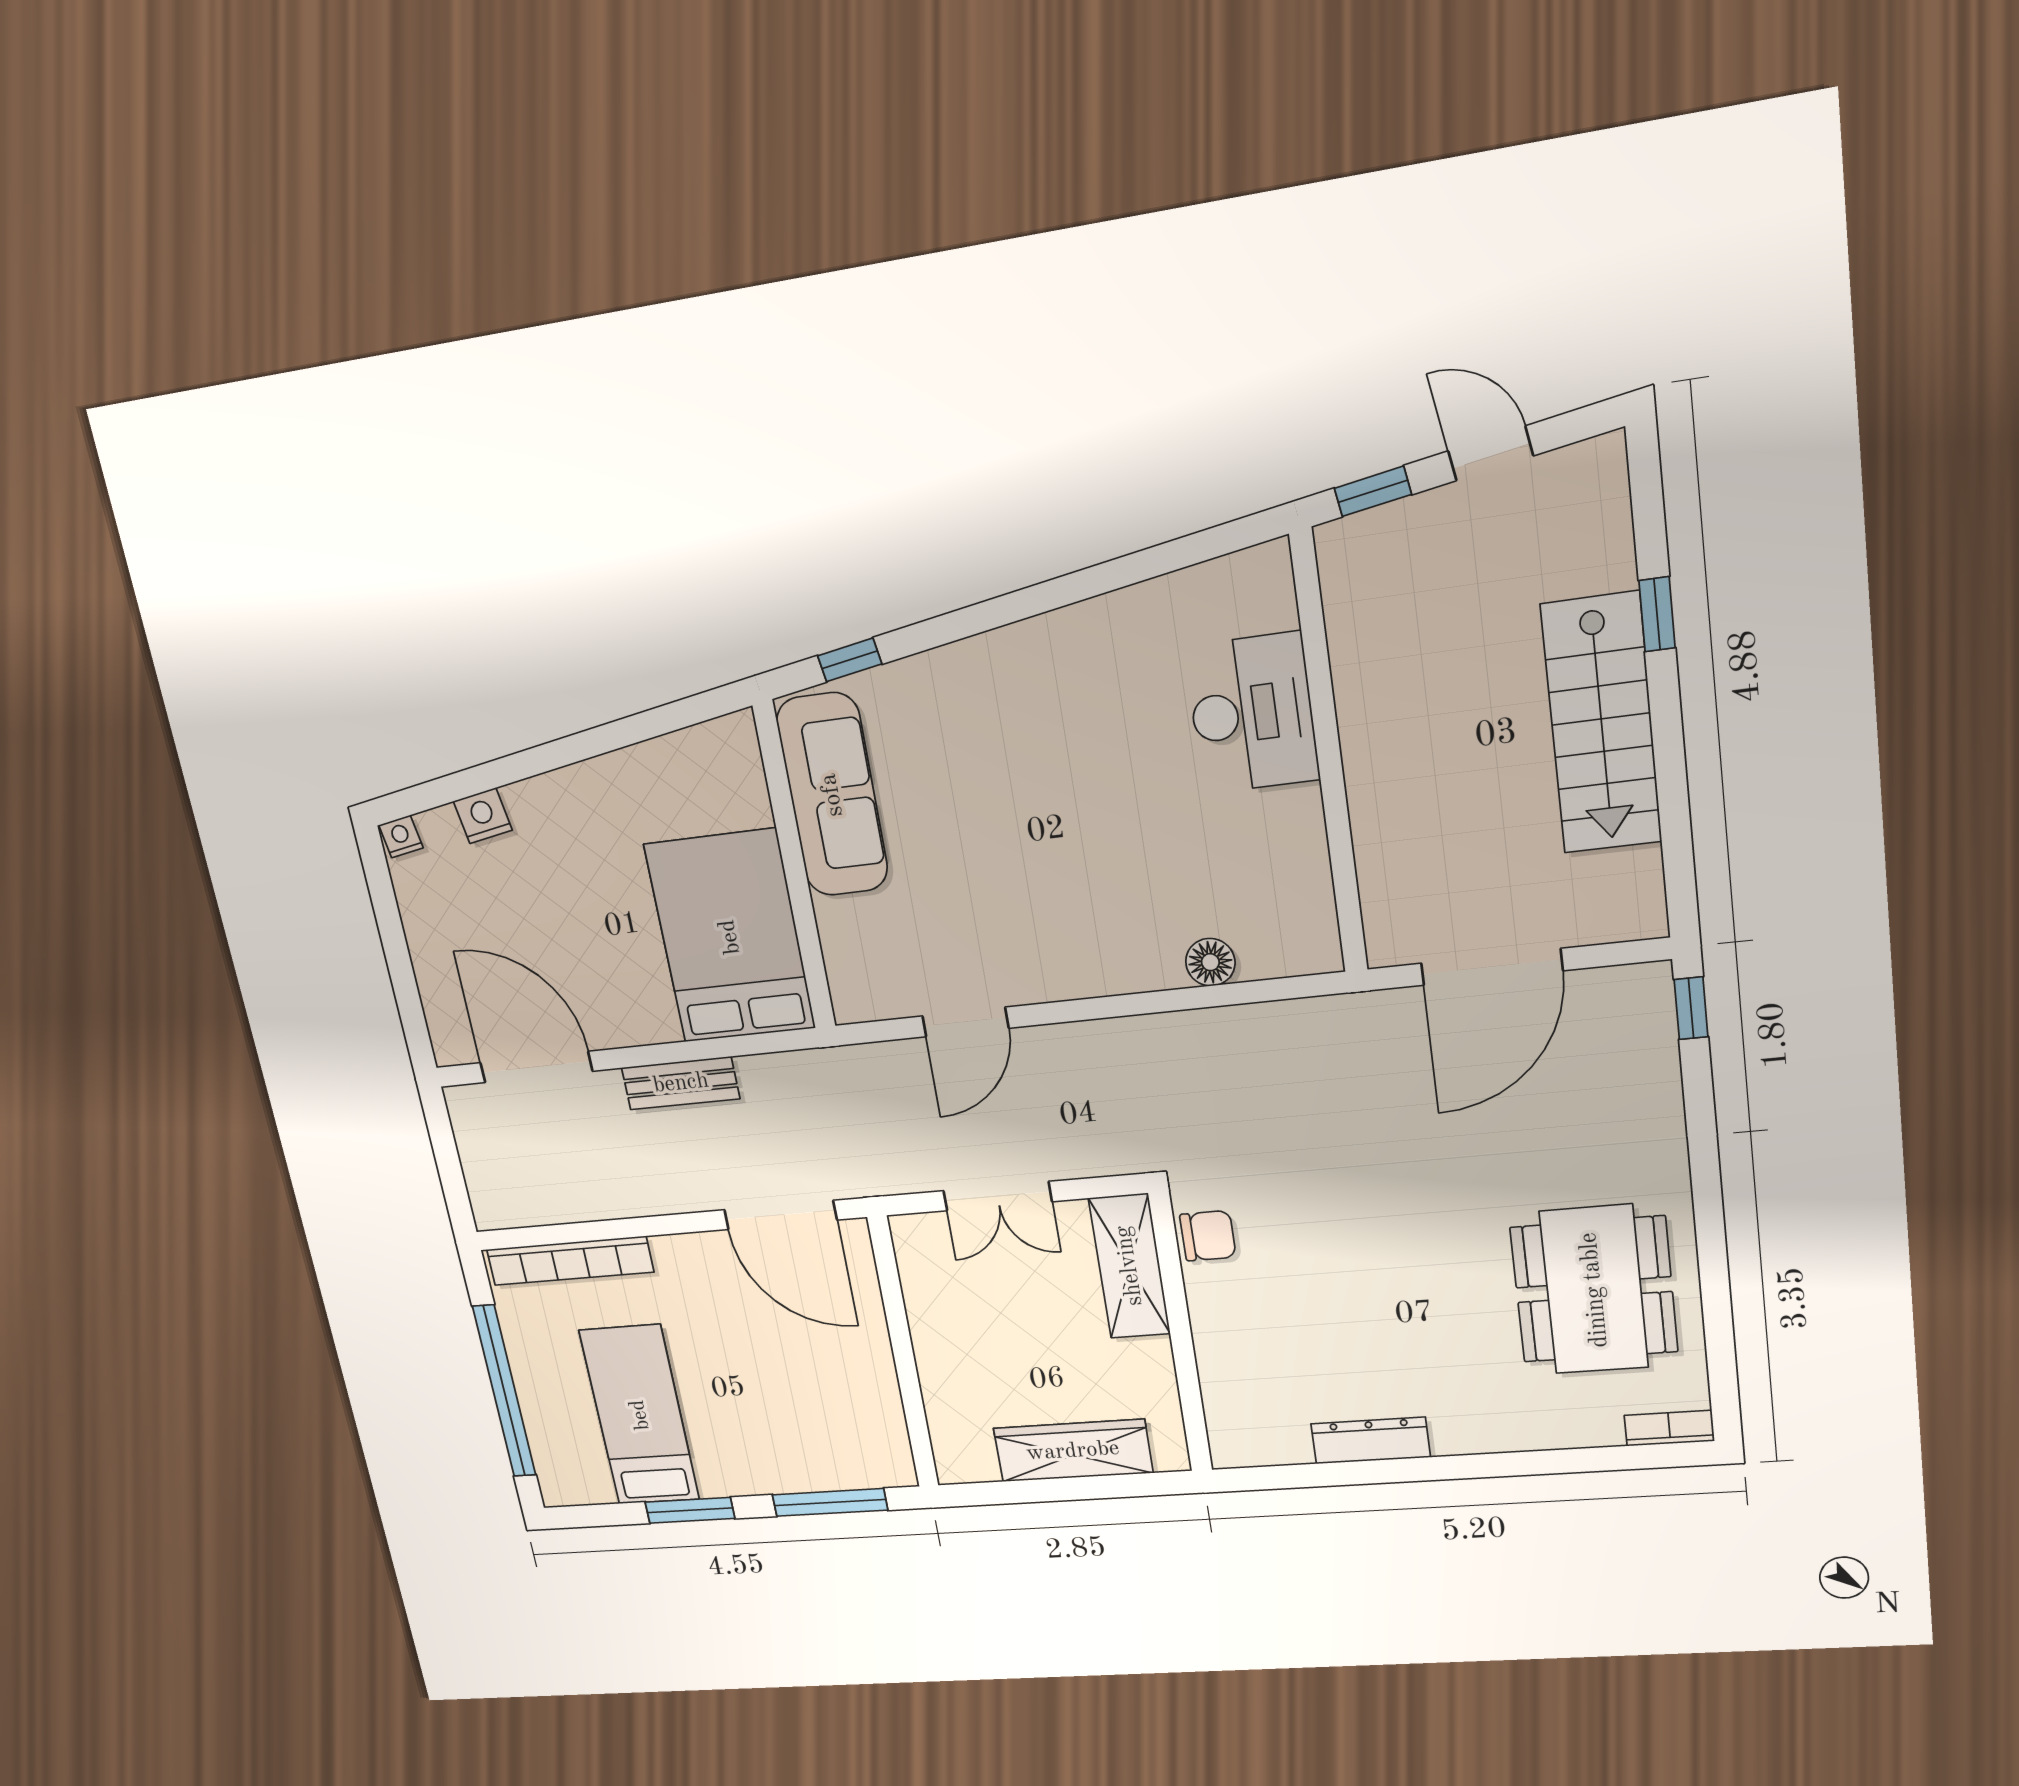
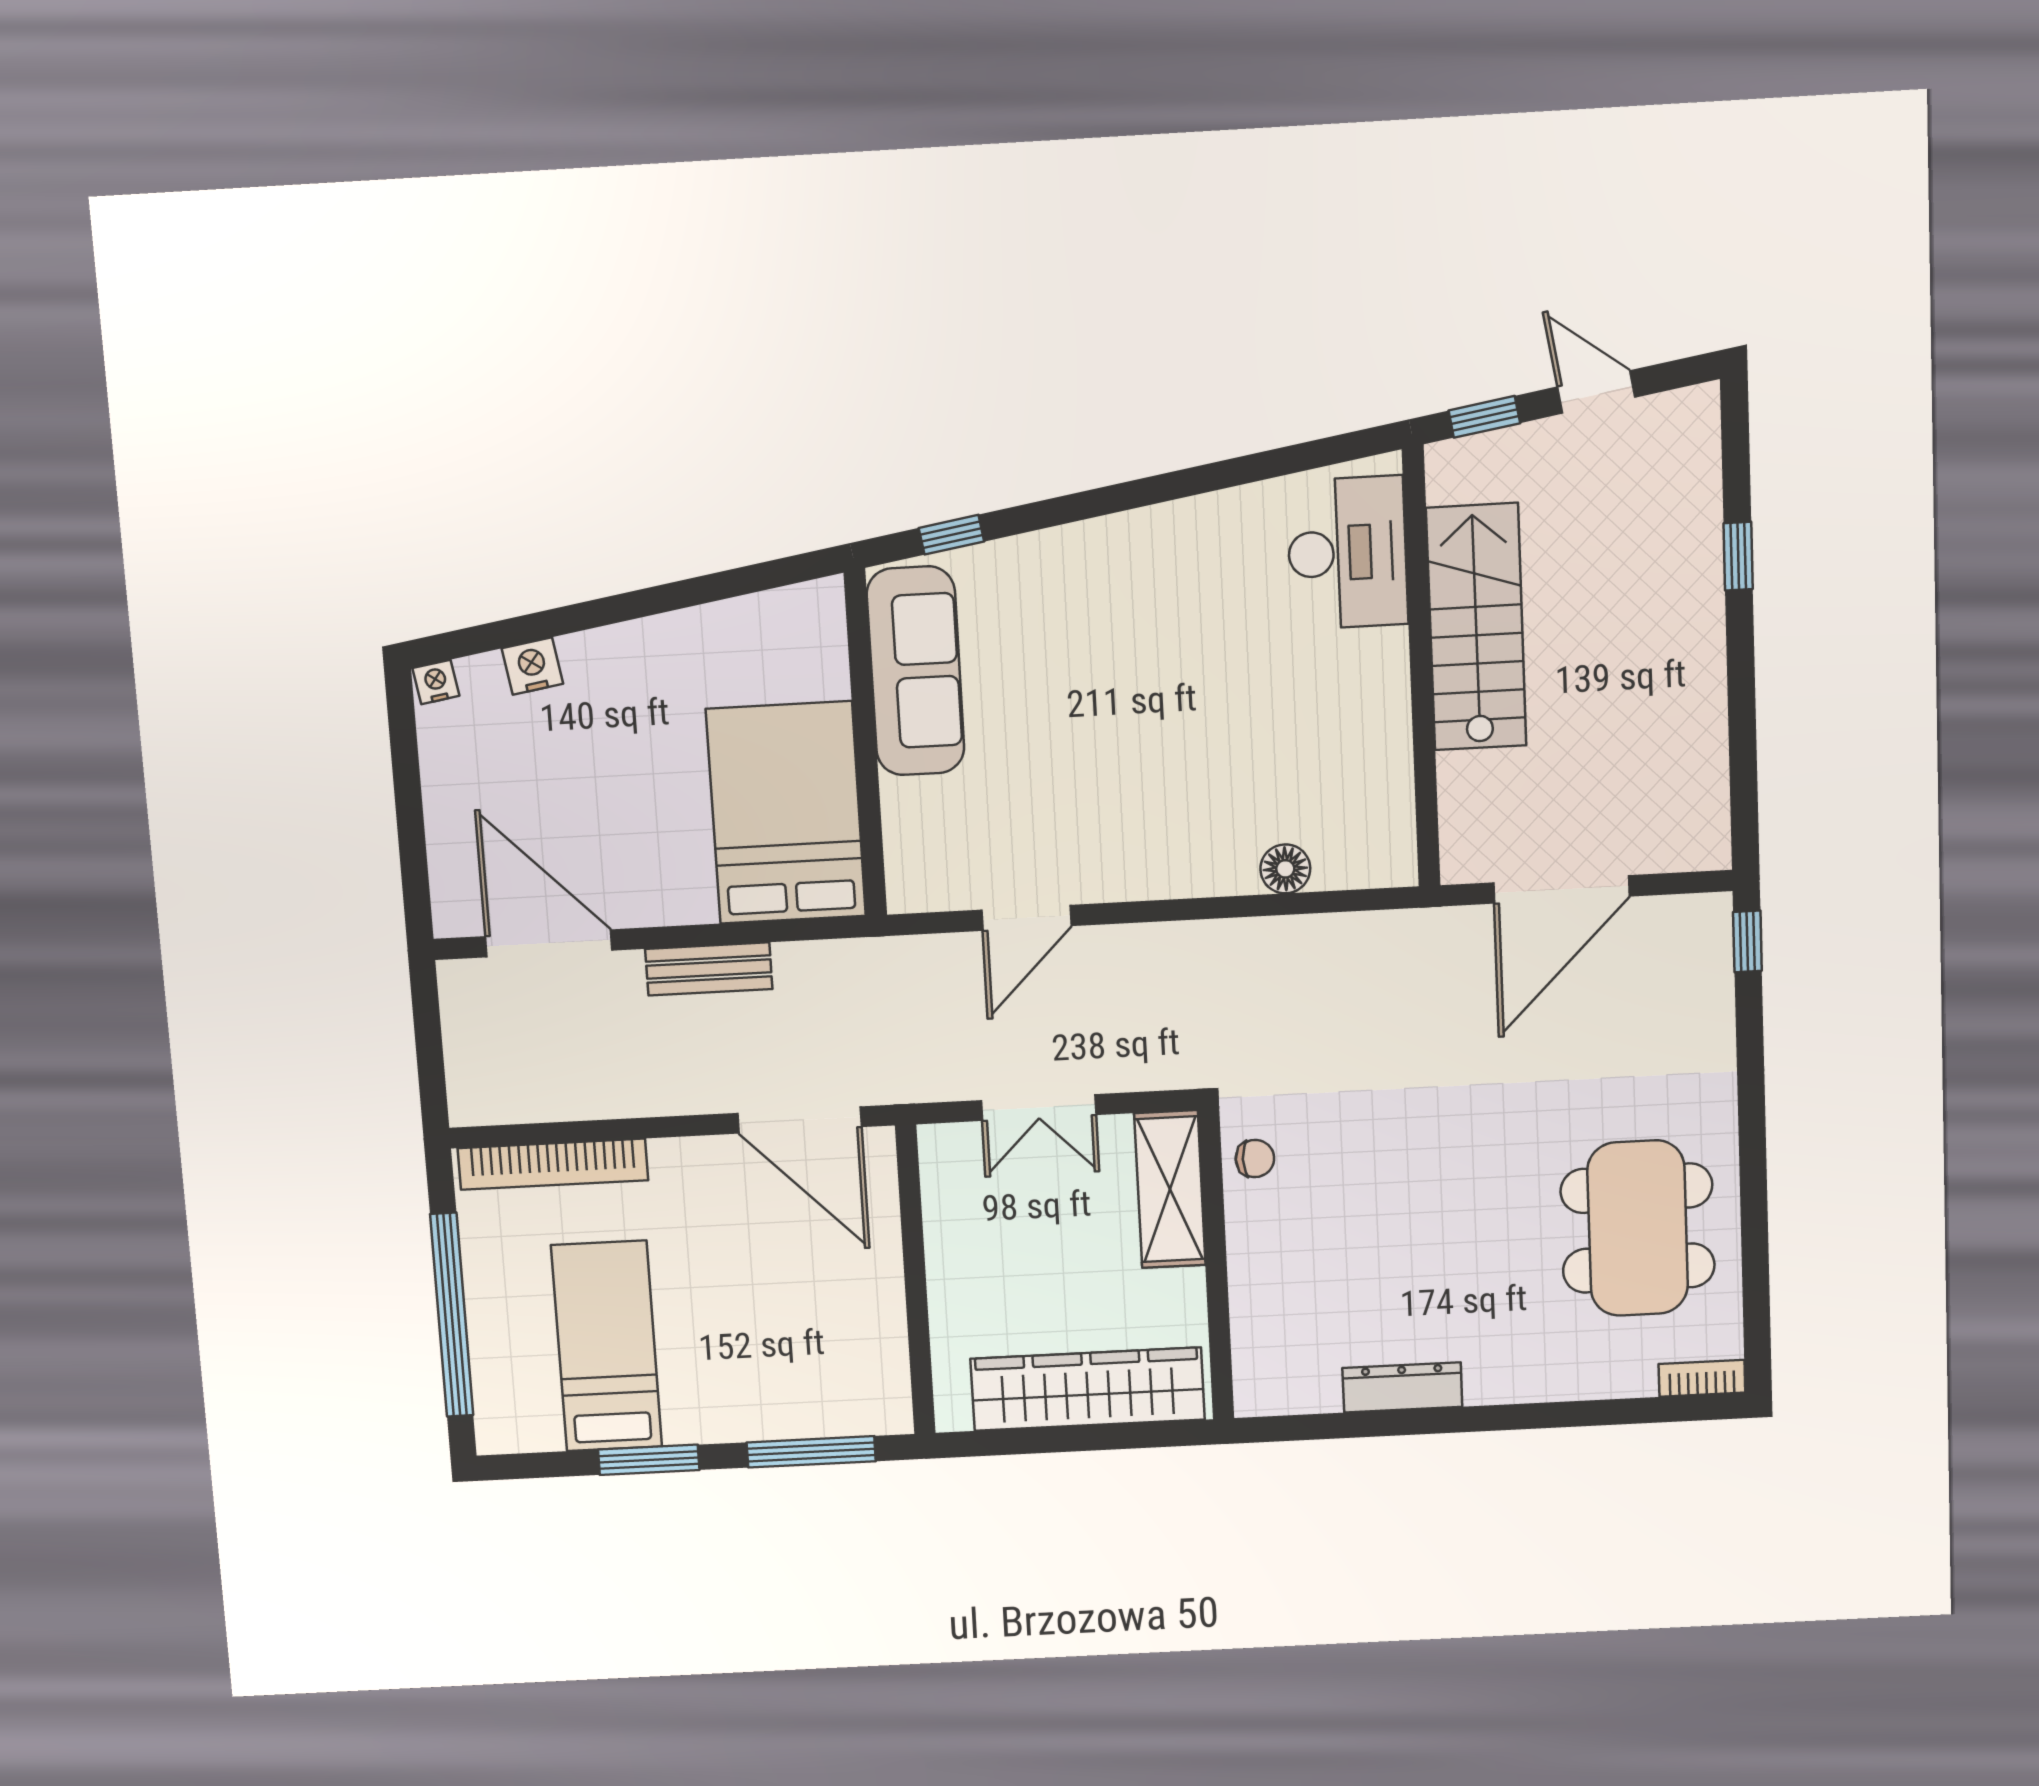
desk: (1252, 713) -> (1347, 553), moved
stairs: (1602, 724) -> (1476, 627), moved, turned 180
chair: (1208, 1236) -> (1255, 1159), width x0.73, depth x0.73
wardrobe: (1073, 1451) -> (1088, 1389), width x1.40, depth x1.17

